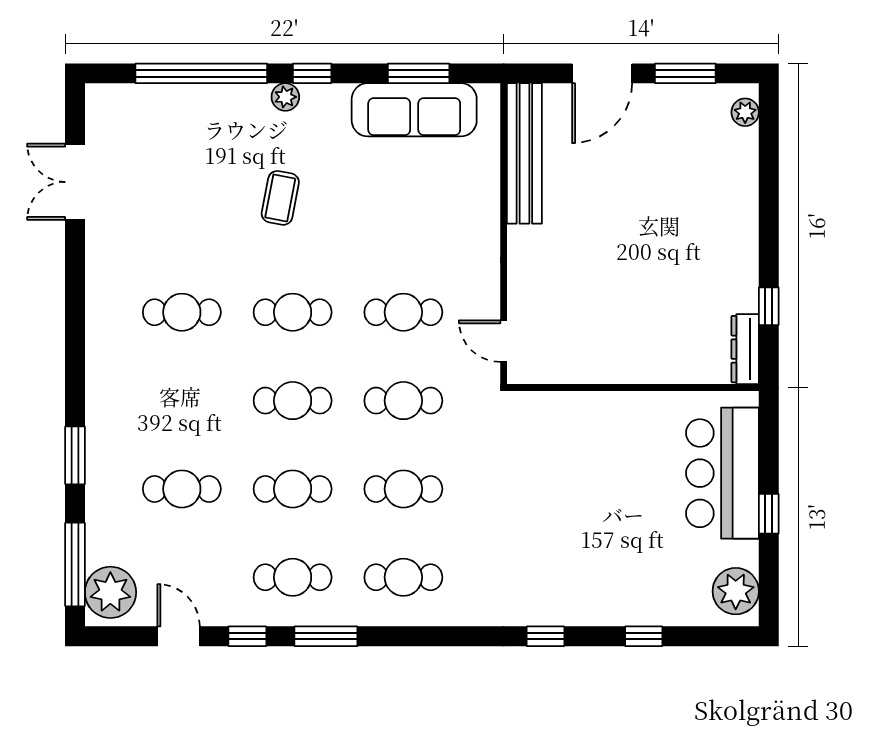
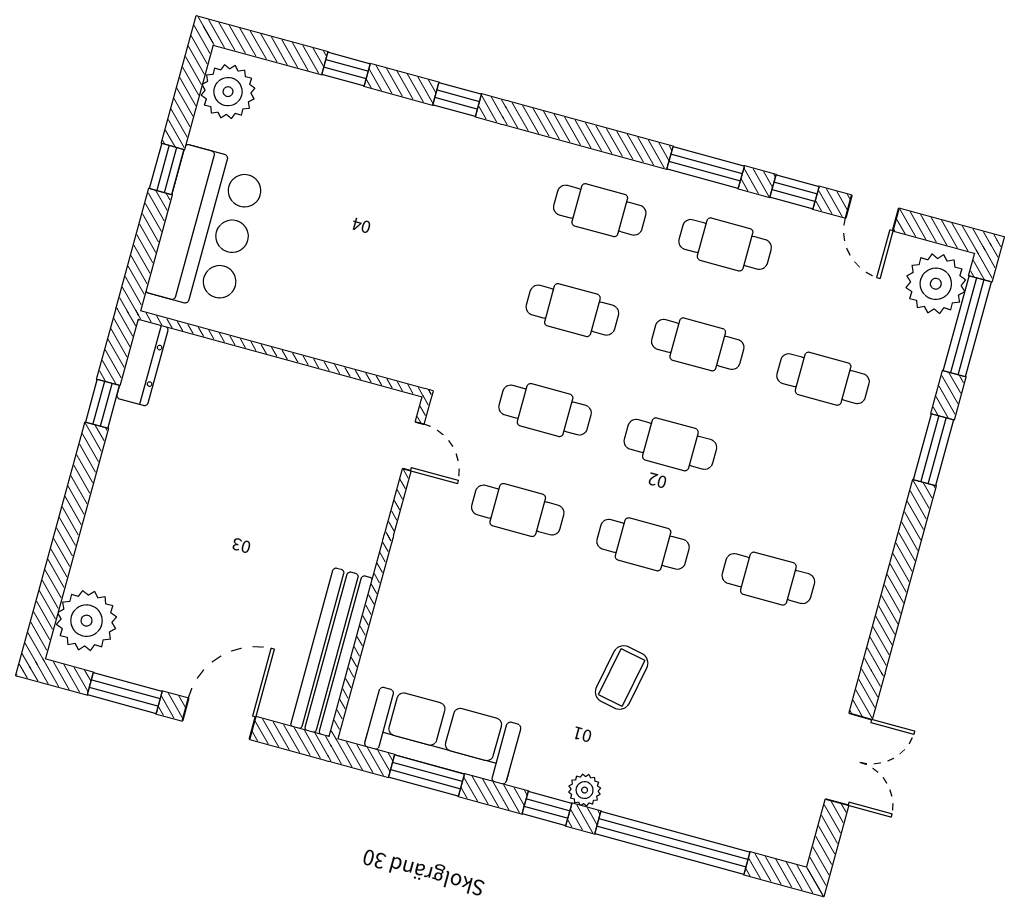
plant: (745, 112) -> (87, 621), width x1.87, depth x1.87

